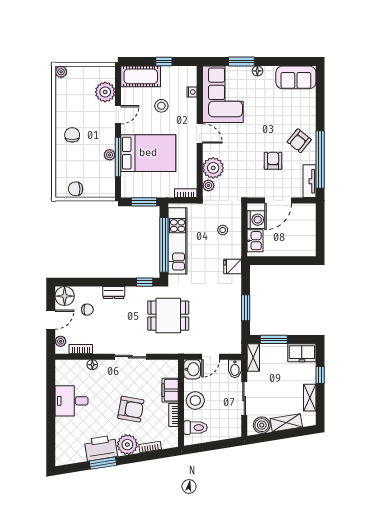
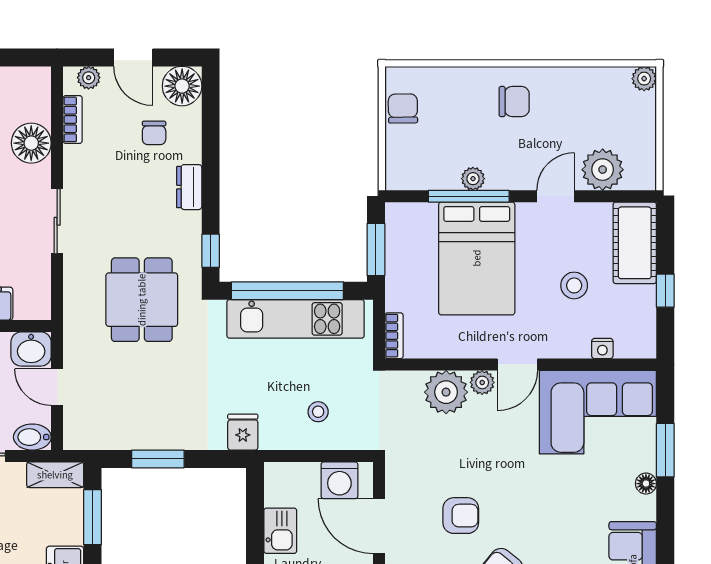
door: (118, 115) -> (556, 196), swing flipped
plant: (208, 185) -> (482, 382), moved
kitchen sink: (255, 241) -> (280, 531), moved, turned -90
floor lamp: (92, 365) -> (31, 143), width x1.89, depth x1.89

